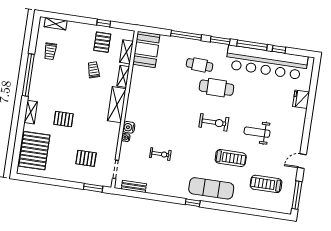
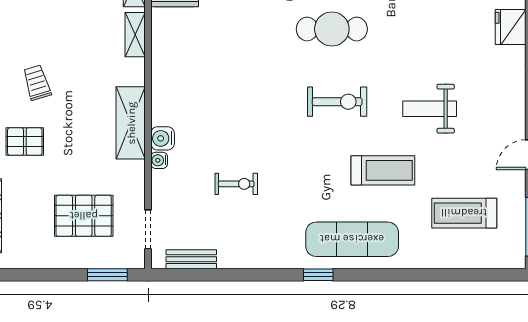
trolley: (93, 70) -> (37, 83), moved
shelving: (117, 105) -> (131, 123), moved
pallet: (86, 158) -> (84, 216), width x1.50, depth x1.42

